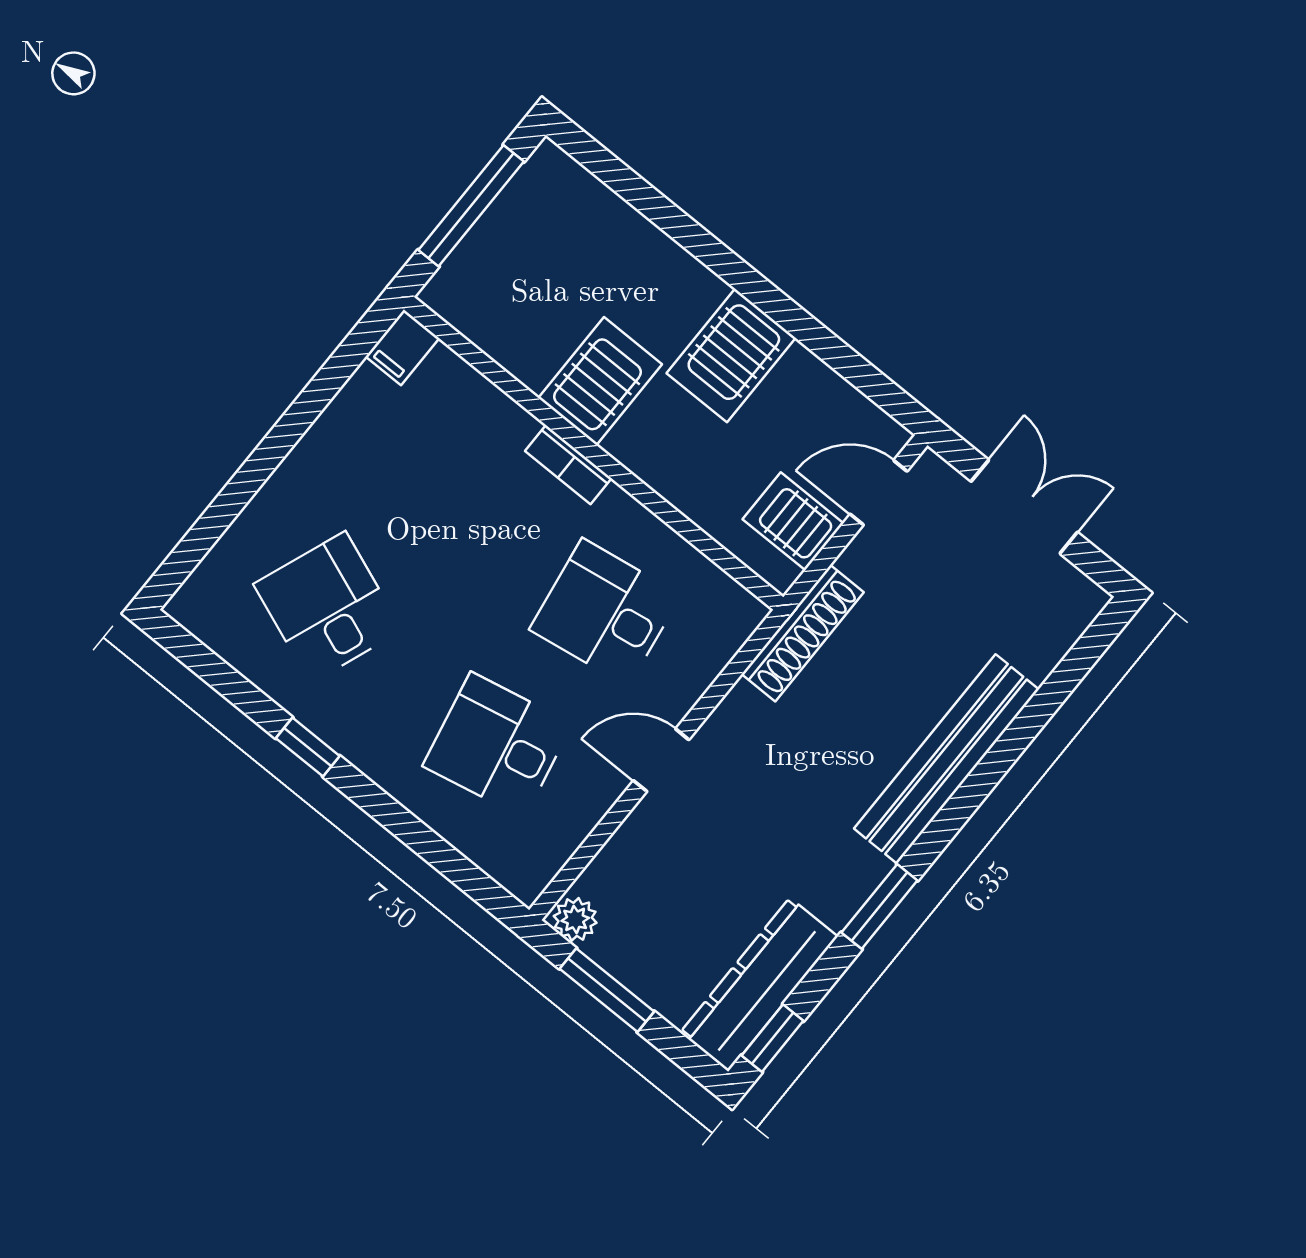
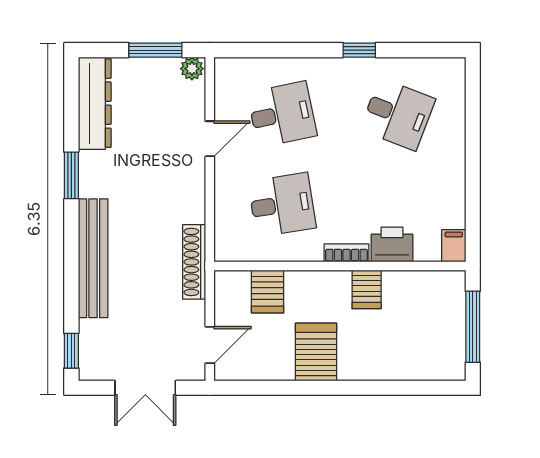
server rack: (600, 381) -> (367, 289), width x0.73, depth x0.70
printer: (491, 423) -> (392, 245), added
server rack: (793, 521) -> (268, 292), moved, turned 90
door: (661, 760) -> (210, 139), moved
window: (772, 1038) -> (71, 351), moved

